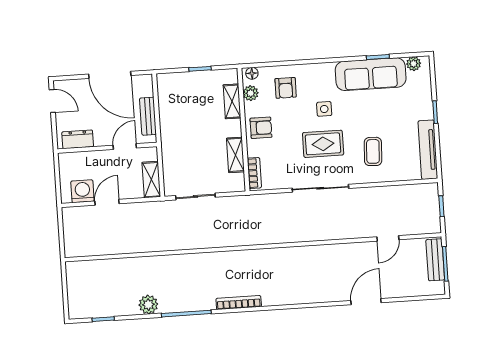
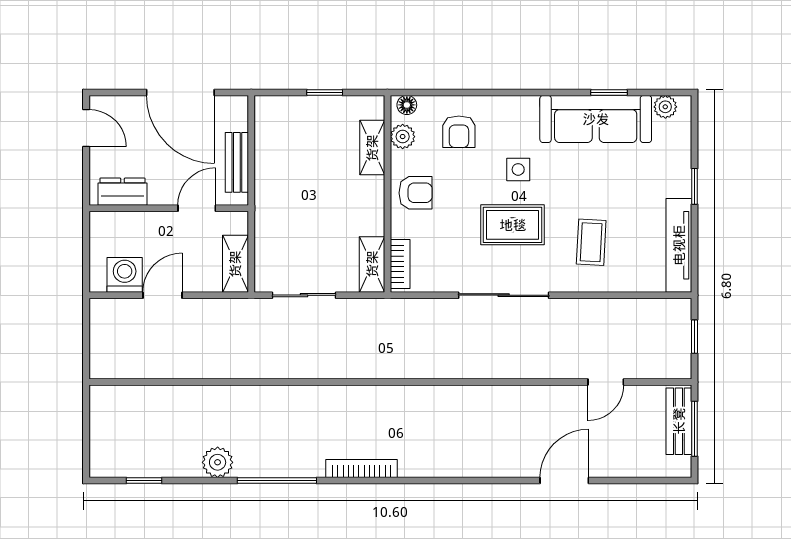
shelving: (235, 155) -> (372, 264), moved

